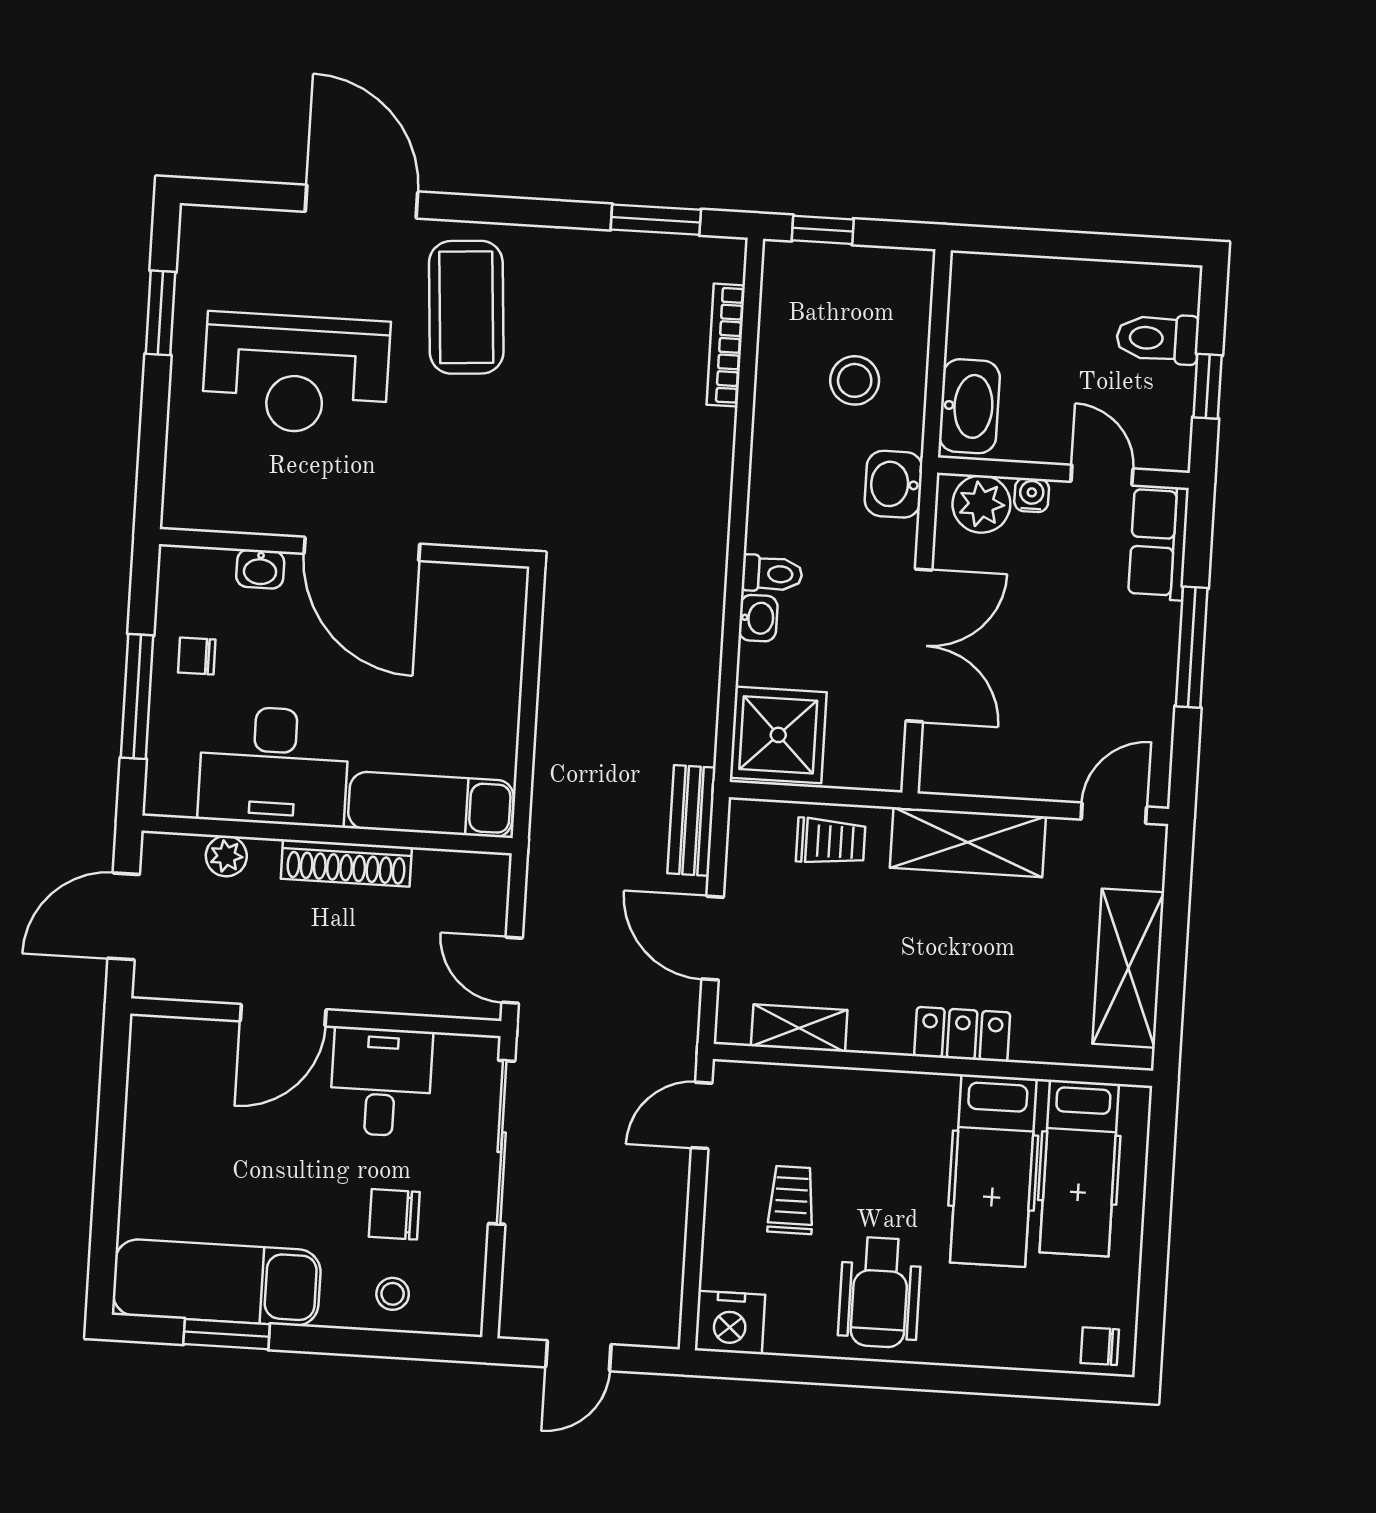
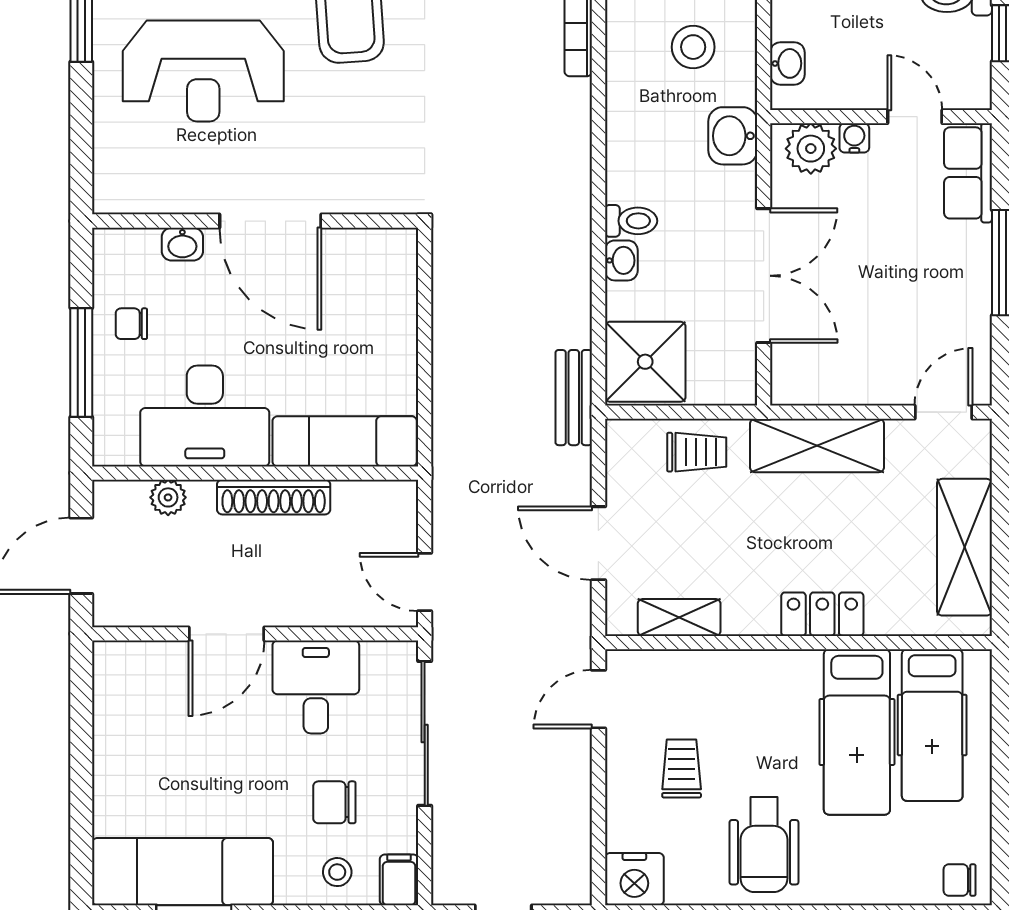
washbasin: (969, 406) -> (787, 63), width x0.52, depth x0.69
bench: (692, 820) -> (574, 398), moved
filing cabinet: (462, 1307) -> (399, 880), added

